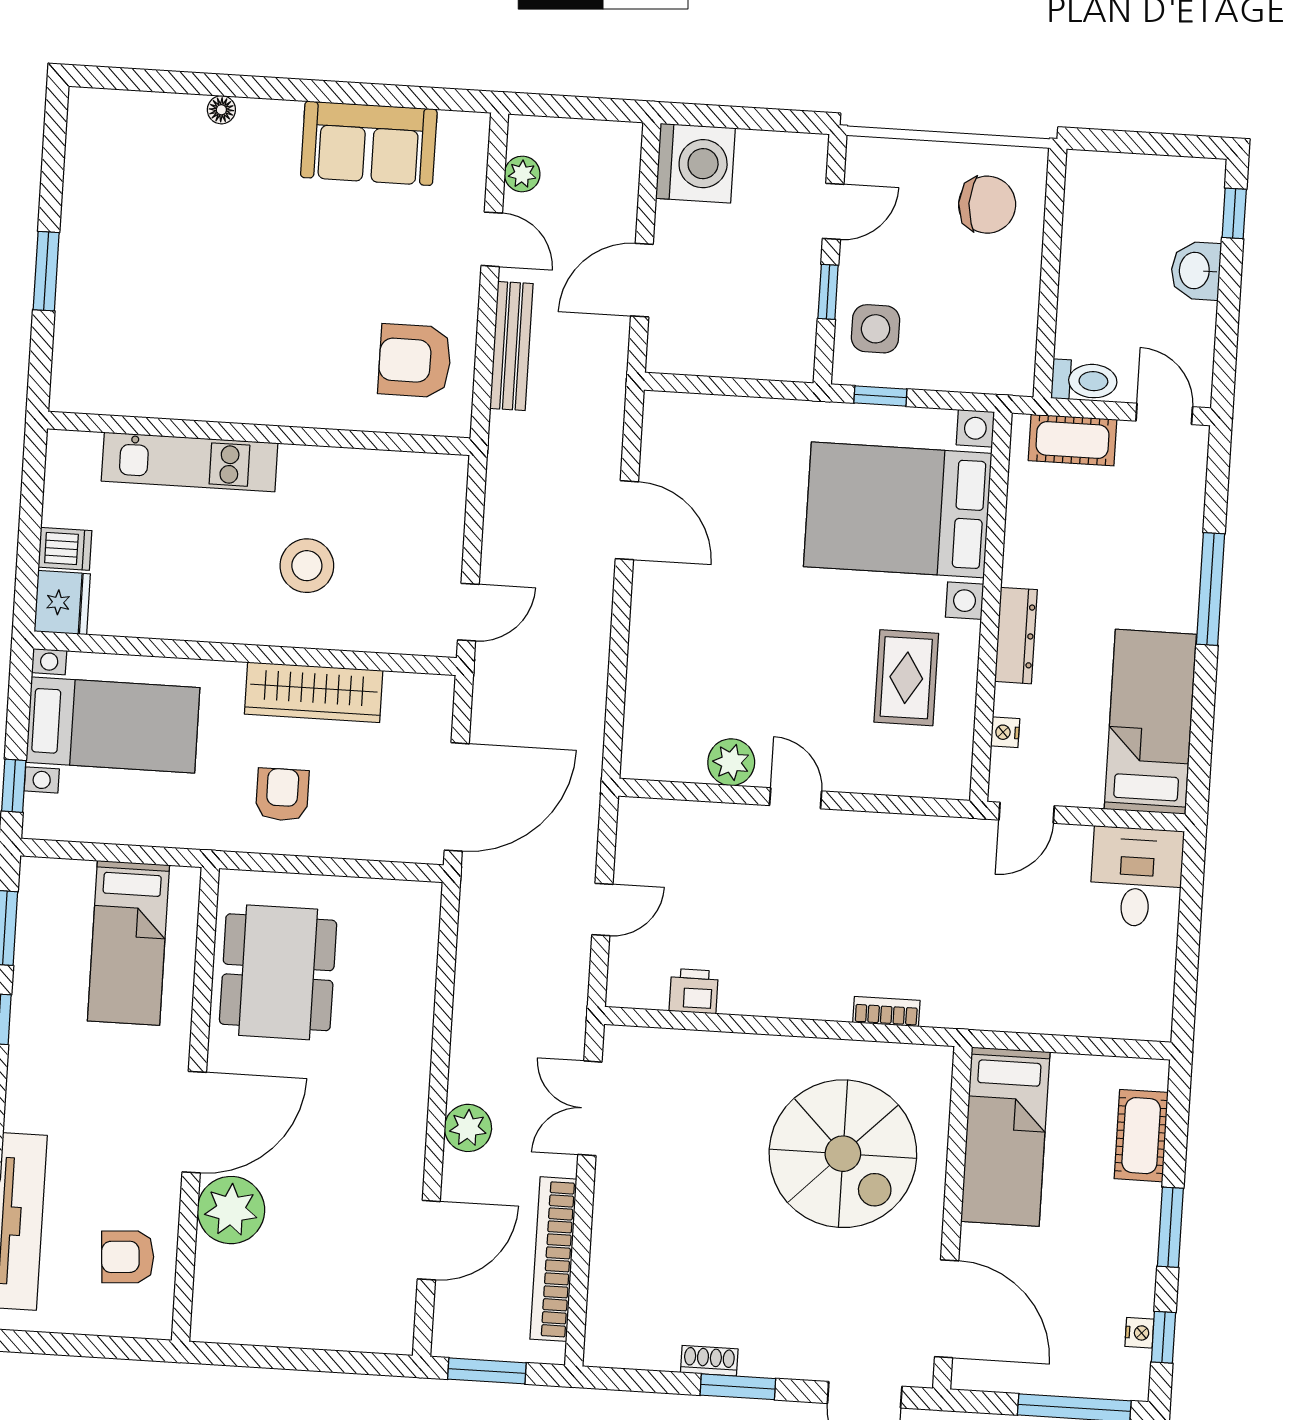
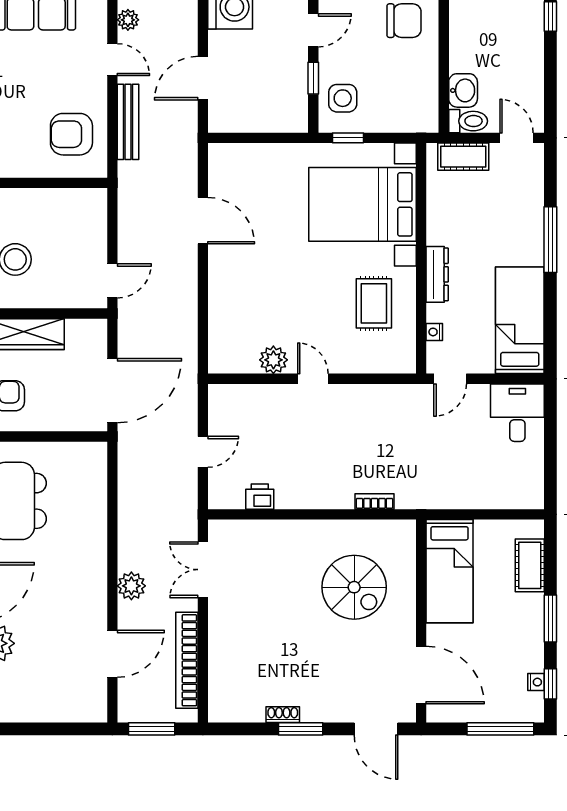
washbasin: (1196, 271) -> (463, 90), moved, turned 180
spiral stairs: (843, 1154) -> (354, 587), width x0.73, depth x0.73

